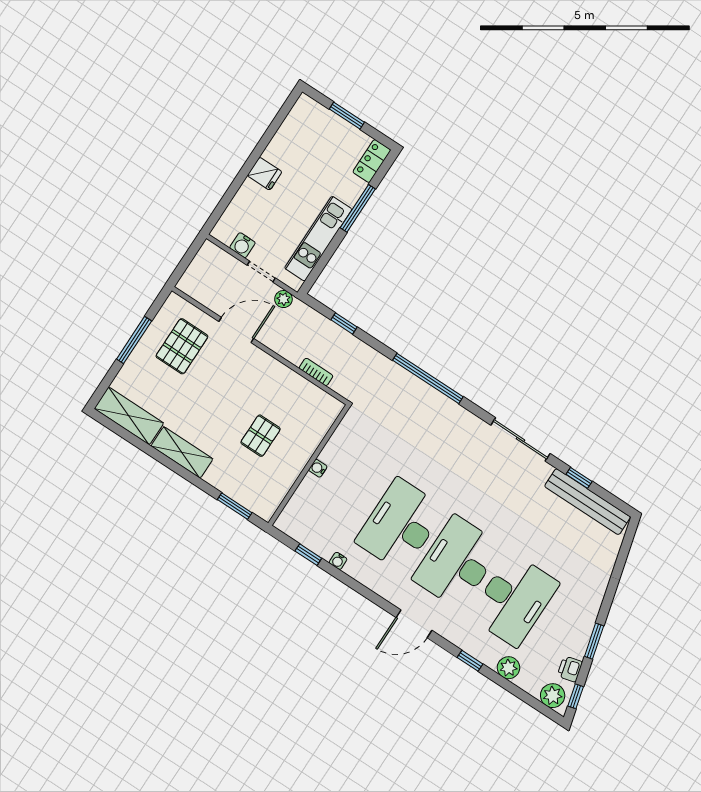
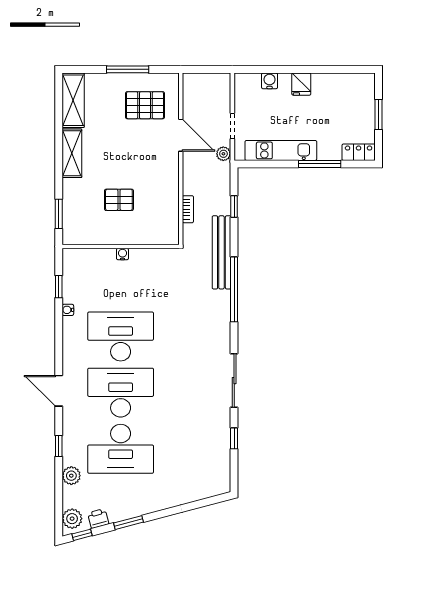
water cooler: (242, 245) -> (270, 81), moved, turned 90
bench: (587, 502) -> (221, 252), moved

